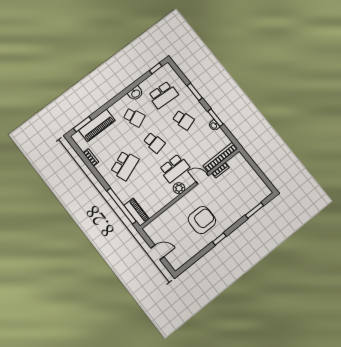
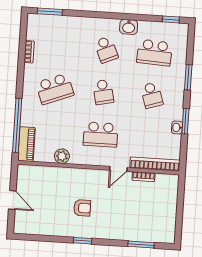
piano: (97, 125) -> (63, 25), removed
door: (202, 179) -> (118, 169), swing flipped
plant: (179, 188) -> (62, 156), moved
armchair: (202, 220) -> (82, 208), width x0.53, depth x0.53

